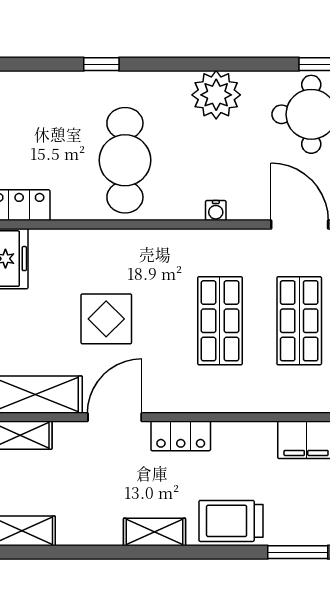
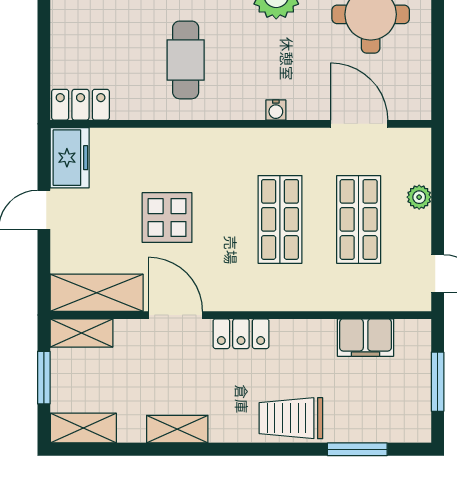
cafe table: (125, 160) -> (186, 60), width x0.73, depth x0.74
door: (115, 417) -> (175, 315), hinge flipped
shelving: (154, 532) -> (177, 429), moved

